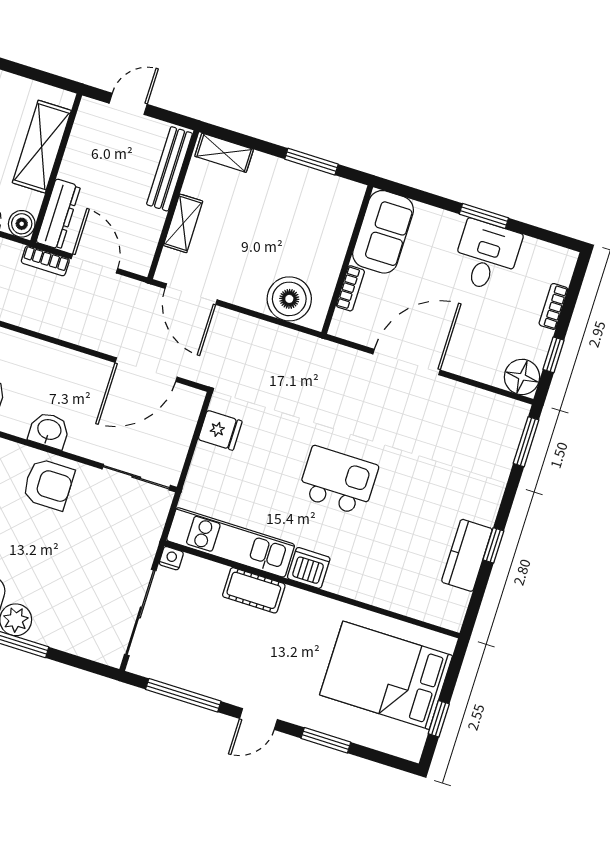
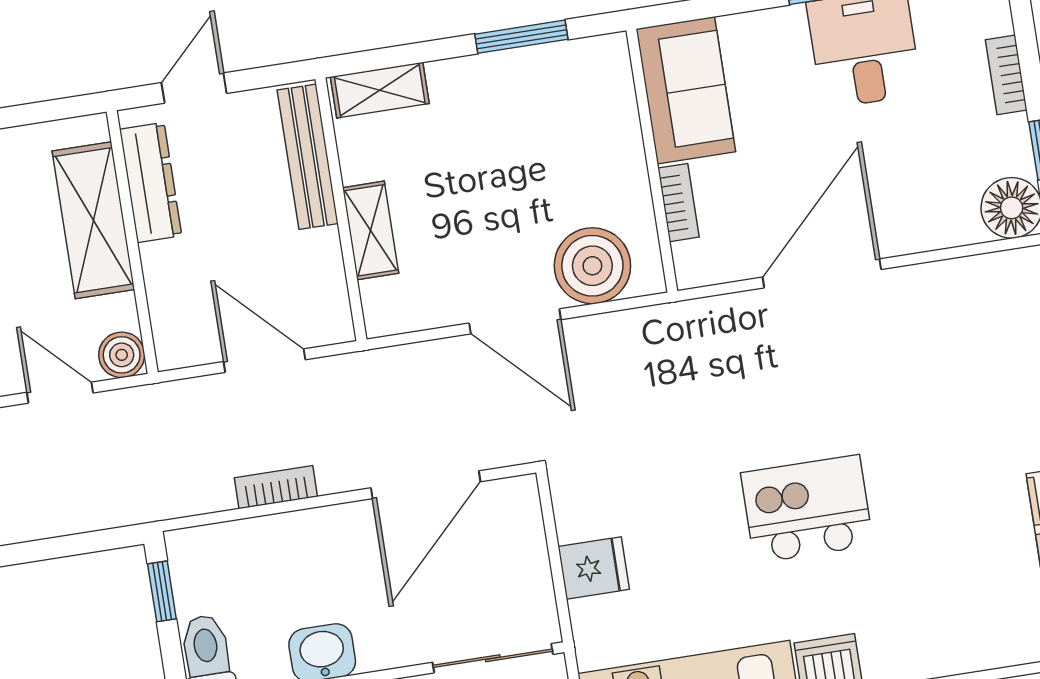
dresser: (58, 214) -> (151, 183), moved
bookcase: (45, 261) -> (276, 487), moved, turned 180
door: (191, 294) -> (515, 321), moved
fridge: (220, 430) -> (594, 568), moved

